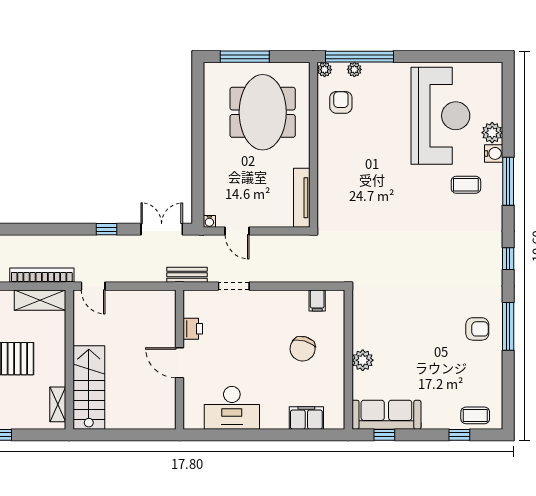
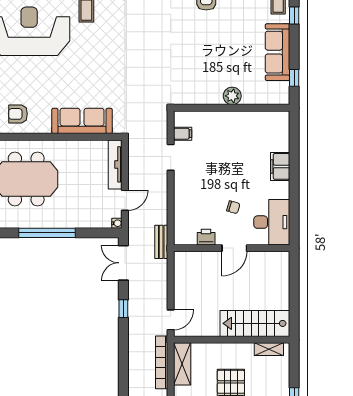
window: (198, 137) -> (47, 233), added
sofa: (333, 179) -> (82, 121), added
tv unit: (302, 198) -> (115, 164), moved, turned 90
doorway: (234, 286) -> (171, 157), moved
chair: (303, 349) -> (233, 207), moved, width x0.54, depth x0.54
desk: (232, 408) -> (272, 222), moved
sofa: (386, 415) -> (277, 52), moved
filing cabinet: (306, 418) -> (280, 166), moved

